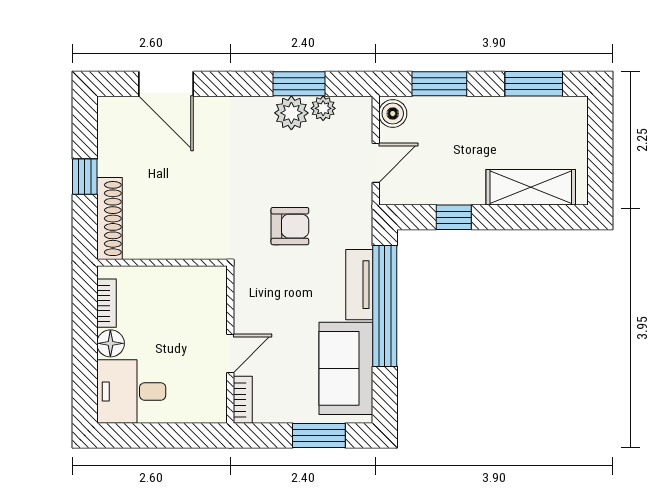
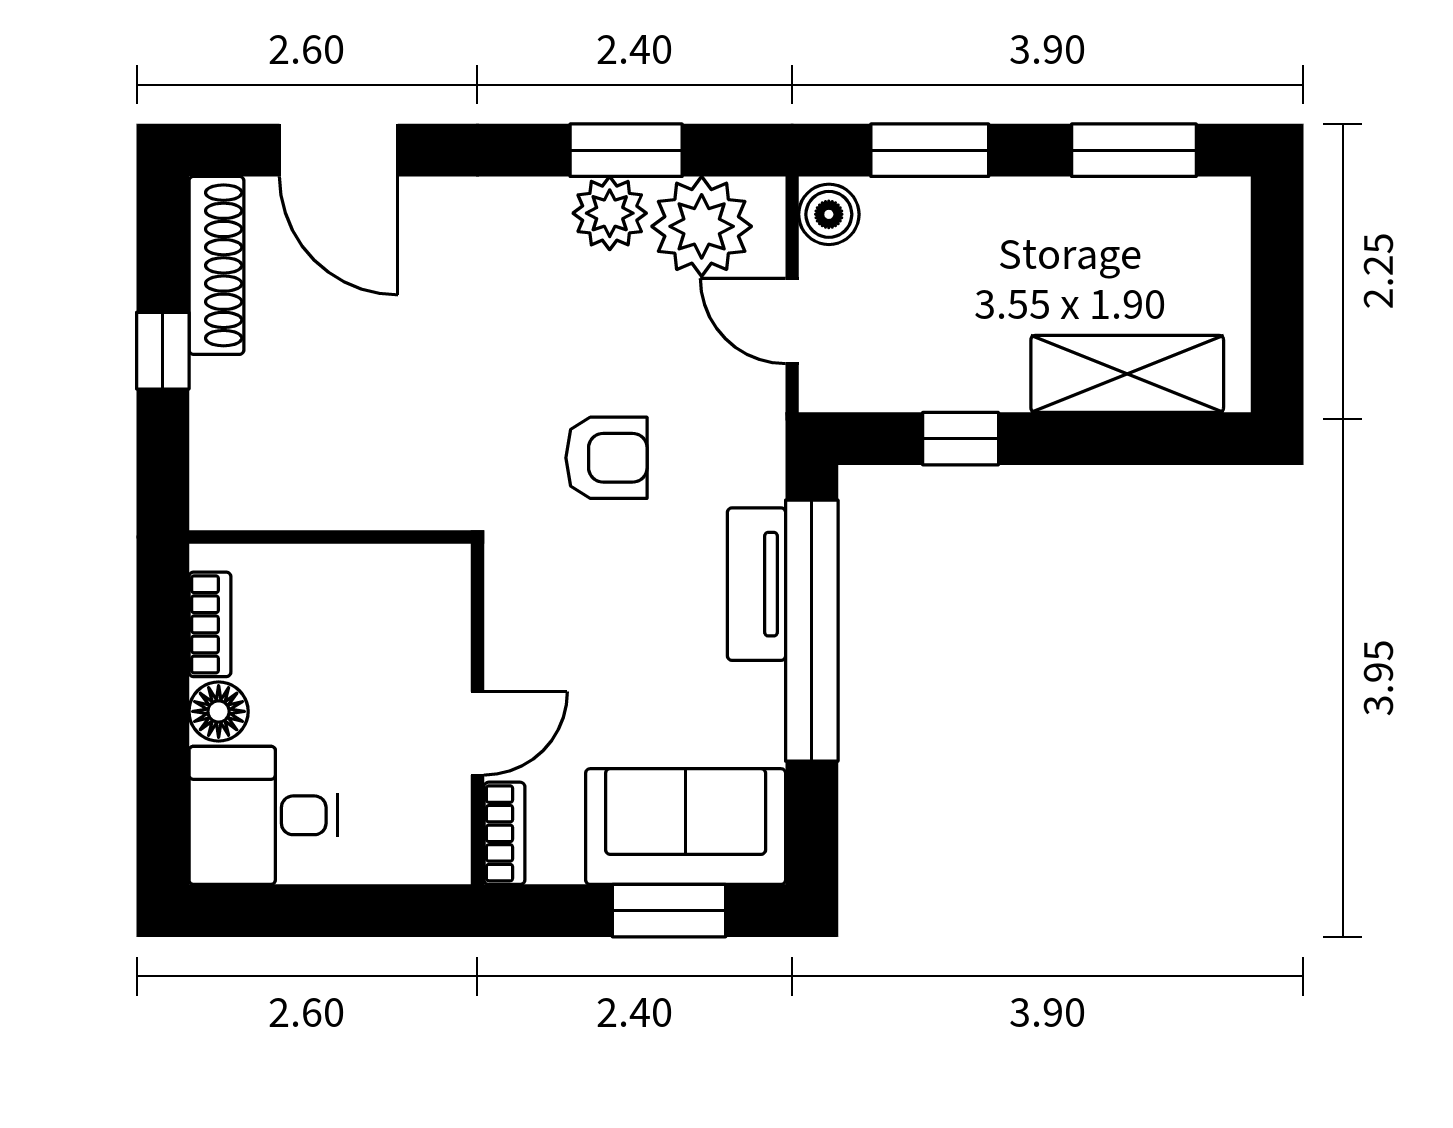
plant: (323, 108) -> (702, 226), width x1.88, depth x1.88
door: (376, 163) -> (792, 321), swing flipped
shoe rack: (110, 219) -> (216, 265), moved
sofa: (346, 368) -> (686, 827), moved, turned 90

